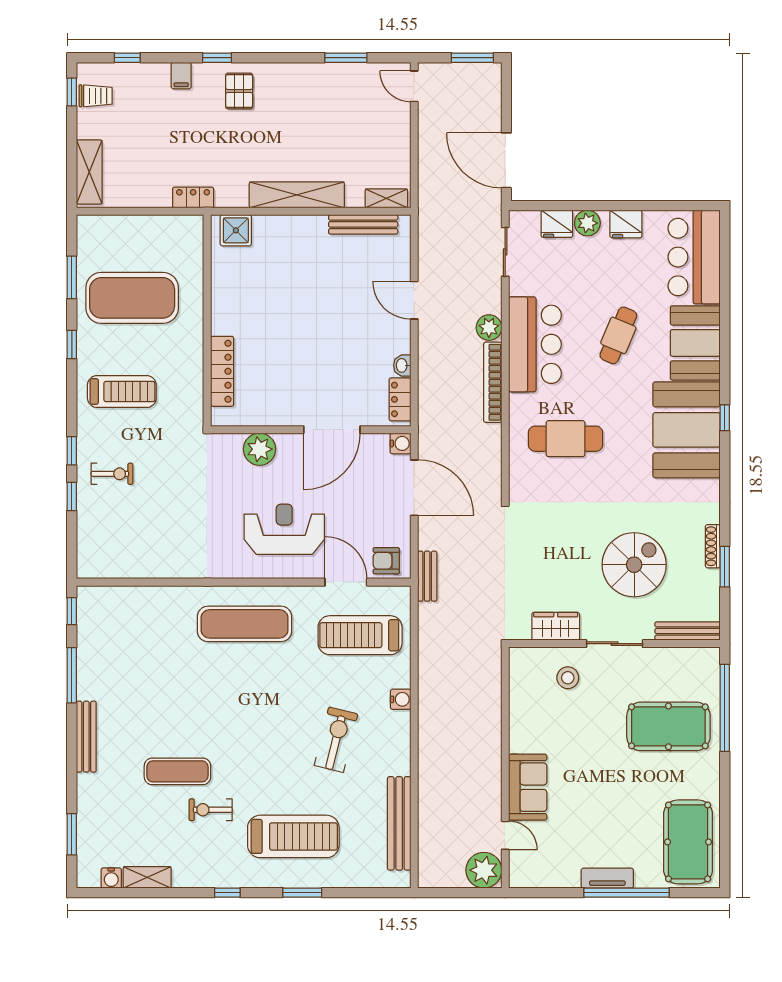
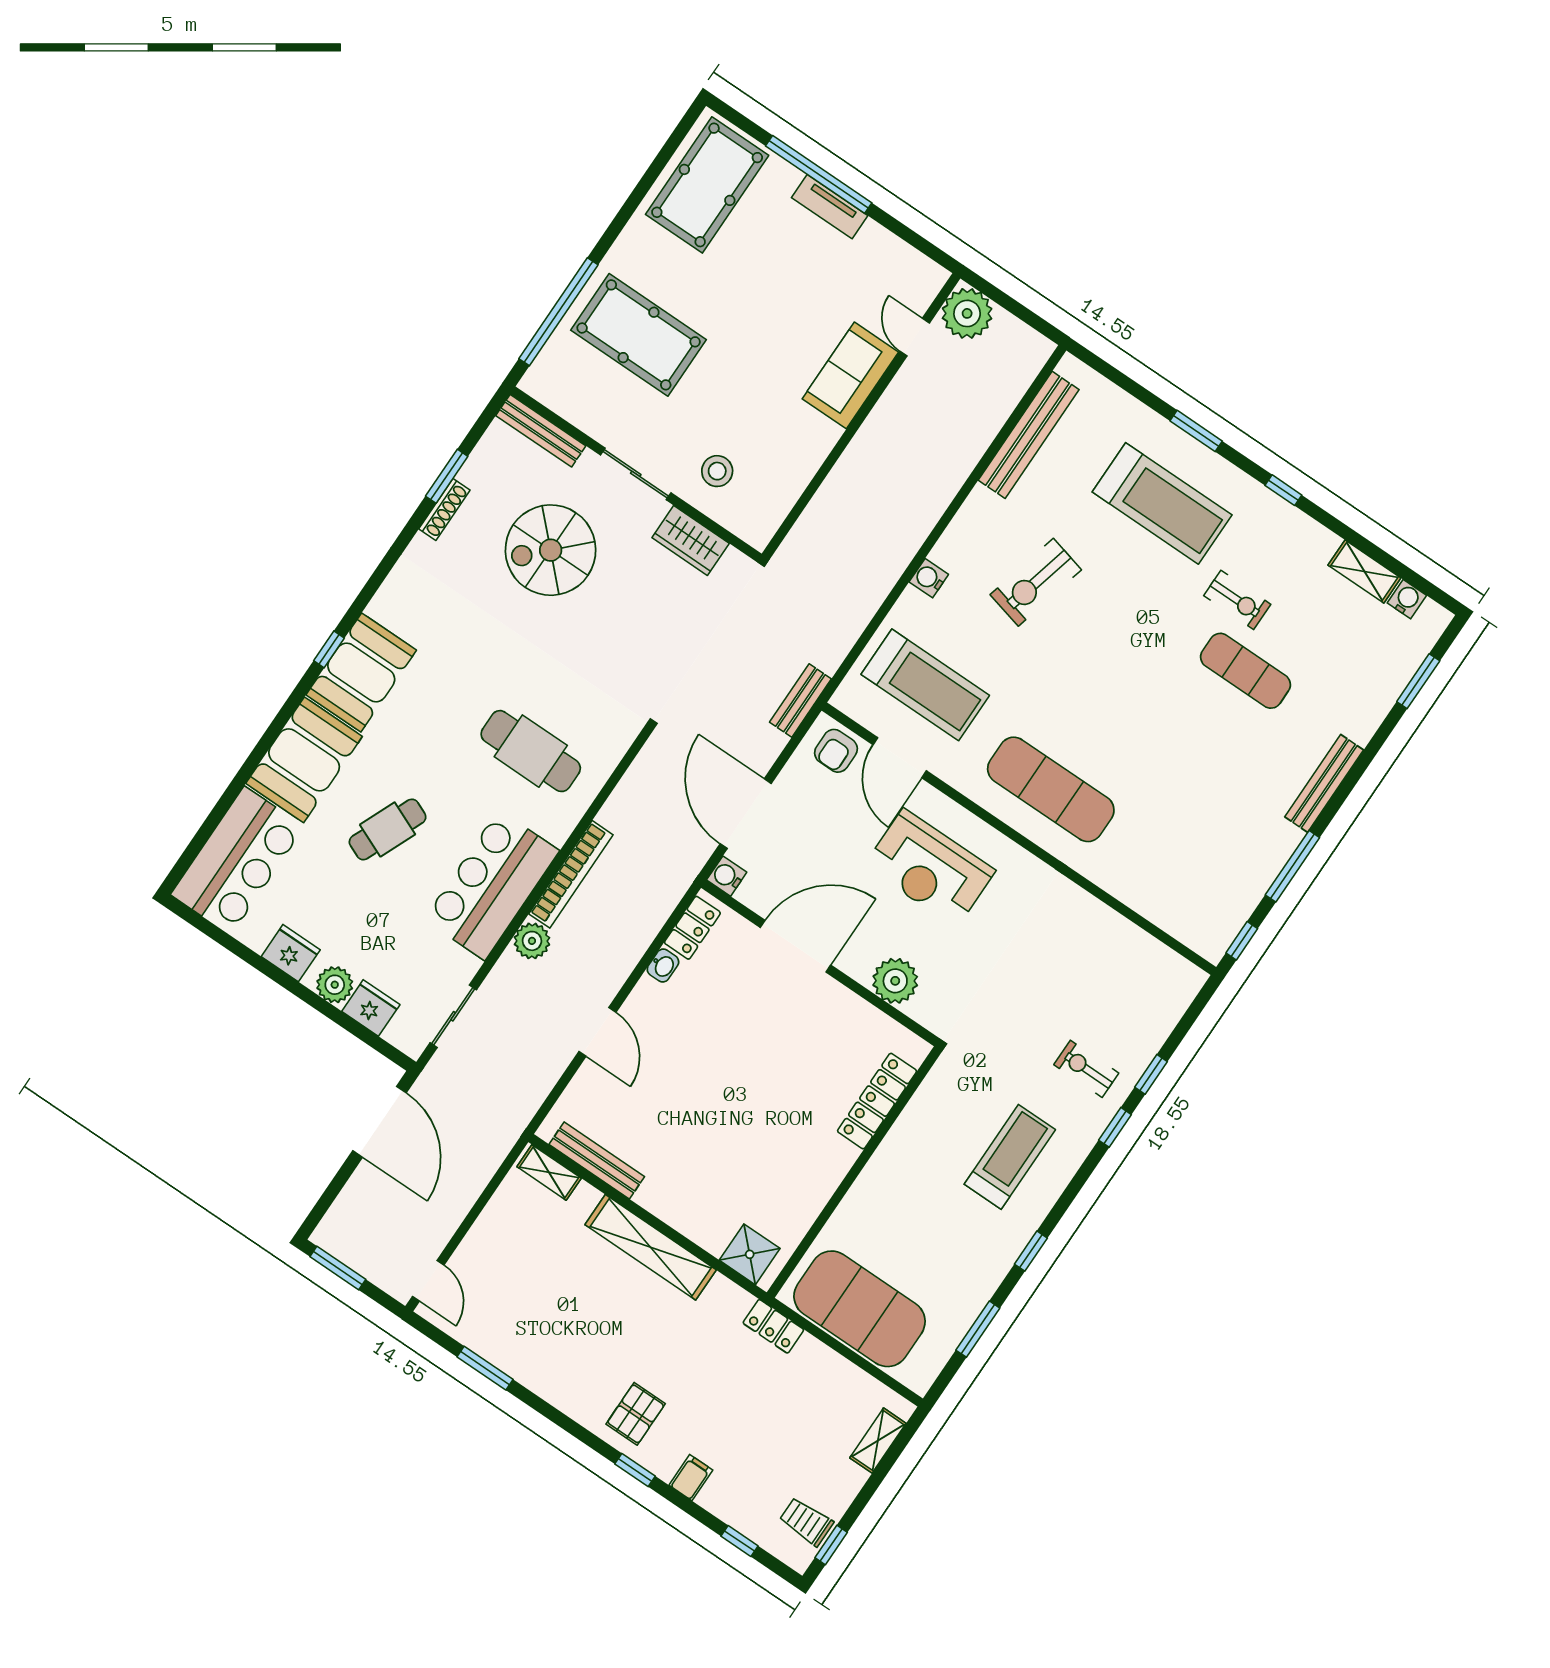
shelving: (89, 172) -> (878, 1441), width x0.67, depth x0.75
exercise mat: (132, 298) -> (860, 1309), moved
treadmill: (122, 392) -> (1010, 1157), turned 90
booth: (687, 430) -> (361, 672), width x0.73, depth x0.70
armchair: (386, 561) -> (836, 751), turned 90
treadmill: (293, 836) -> (1162, 503), turned 180

